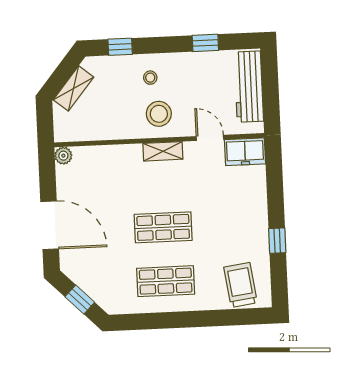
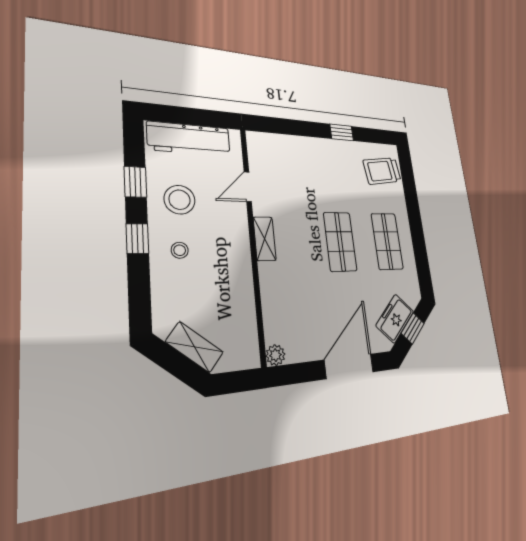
window: (120, 47) -> (137, 239), moved
stool: (159, 114) -> (180, 200), moved
freezer: (245, 152) -> (395, 319), moved, turned -135

